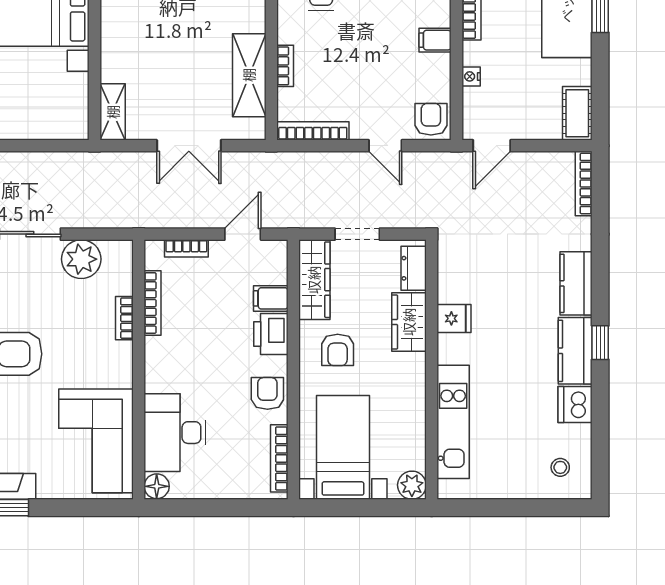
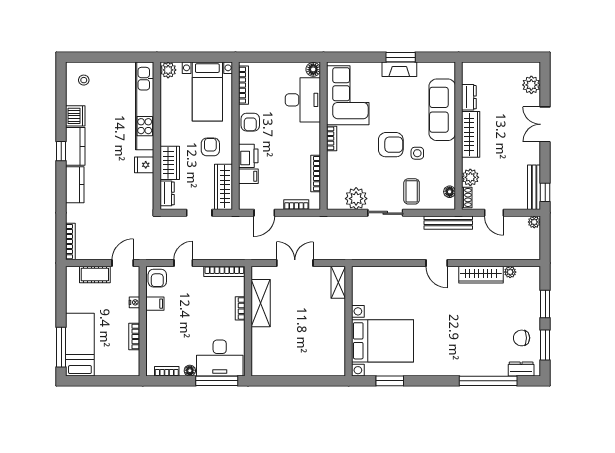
filing cabinet: (435, 40) -> (155, 304), moved
cot: (577, 113) -> (95, 275), moved, turned 90
door: (385, 146) -> (183, 263), hinge flipped
bookcase: (124, 318) -> (332, 138), moved
kitchen unit: (453, 422) -> (145, 106), width x1.36

